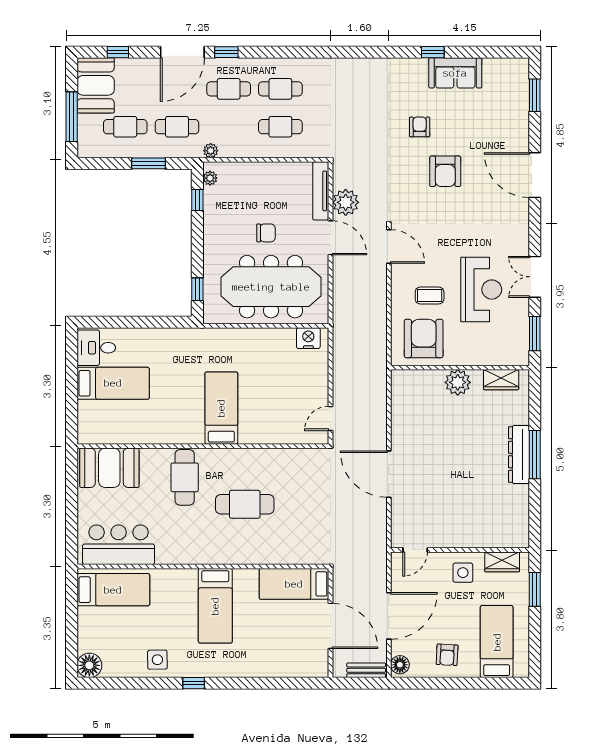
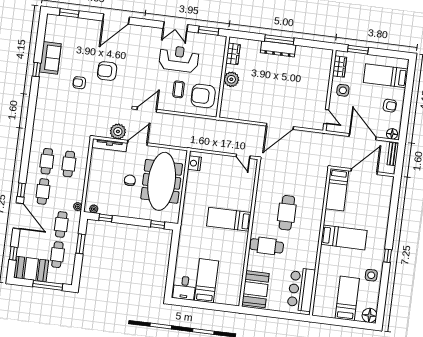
armchair: (445, 171) -> (107, 71), turned 180
bed: (113, 590) -> (347, 298), moved

